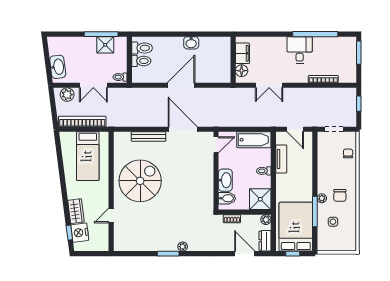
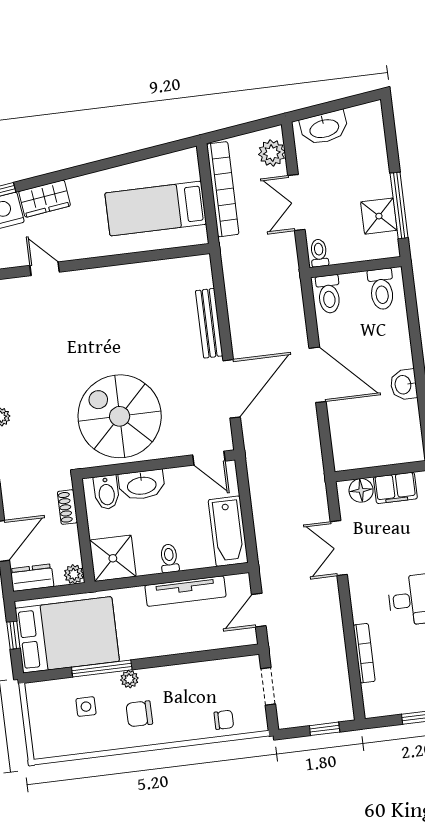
toilet: (141, 61) -> (329, 294), moved
tv unit: (281, 159) -> (185, 591), width x1.41
spiral stairs: (140, 181) -> (120, 416), moved, turned 180

